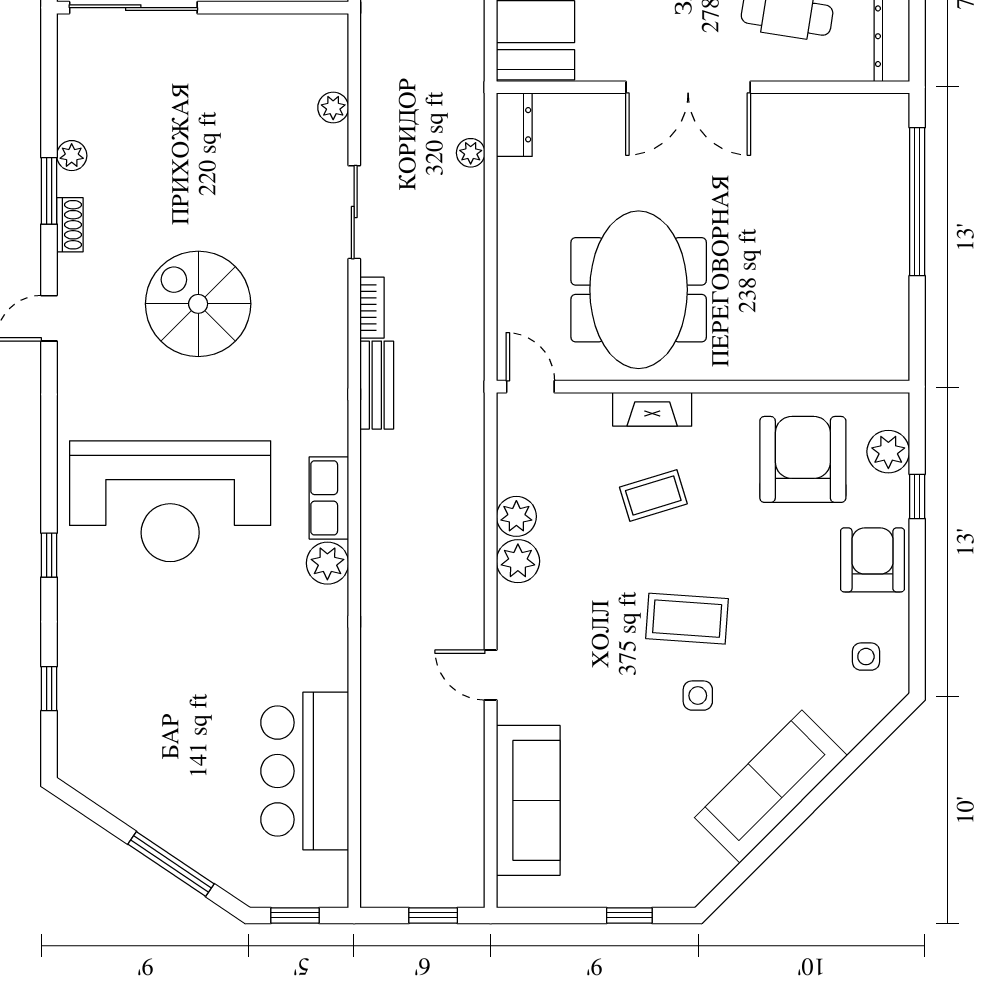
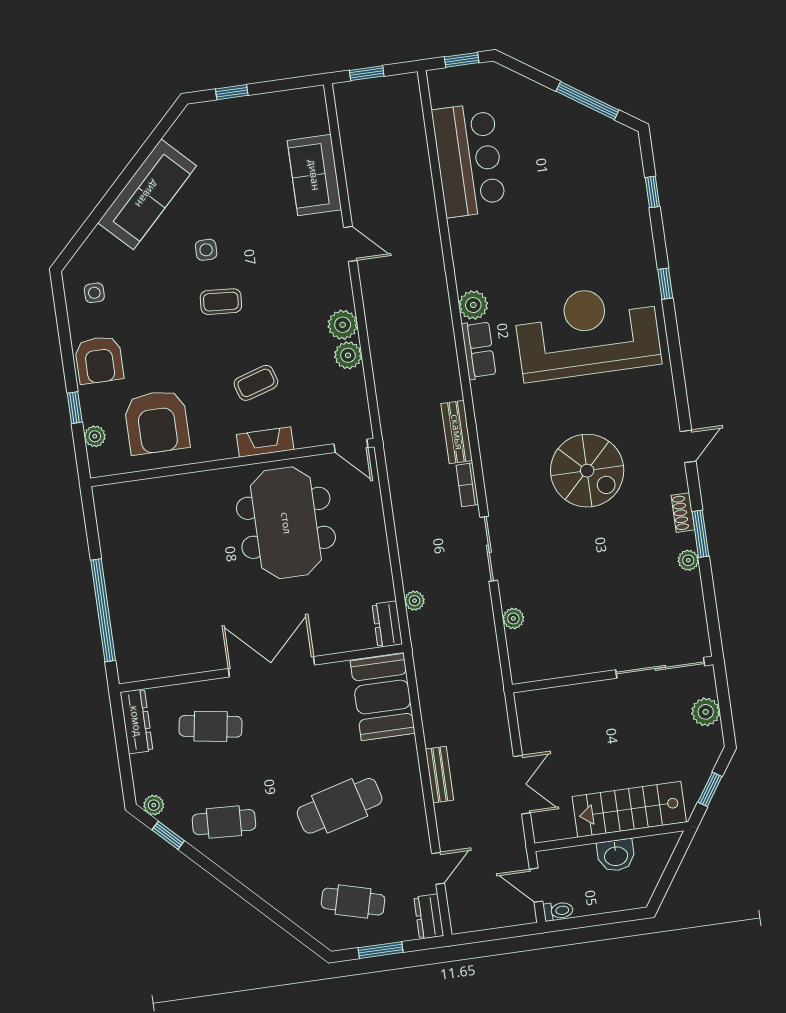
plant: (888, 452) -> (95, 436), width x0.73, depth x0.73
coffee table: (687, 619) -> (221, 302), width x0.73, depth x0.77
sofa: (528, 800) -> (314, 175), width x0.73
window: (171, 864) -> (587, 101), moved

